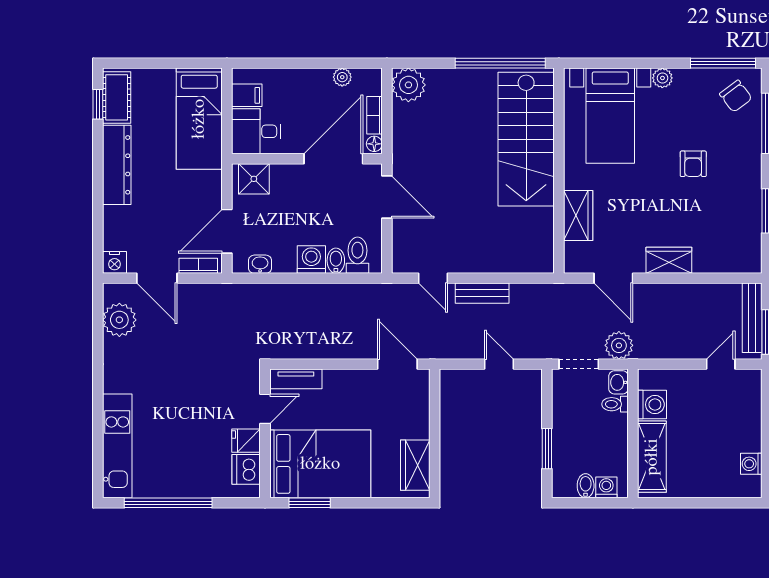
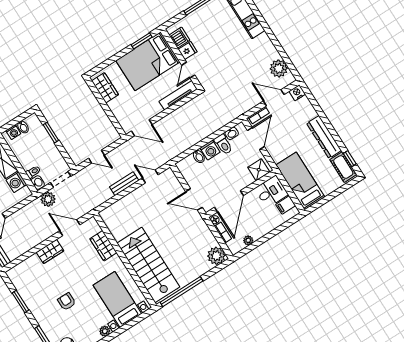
toilet: (357, 255) -> (223, 144), moved
tv unit: (296, 379) -> (178, 95), width x1.41

